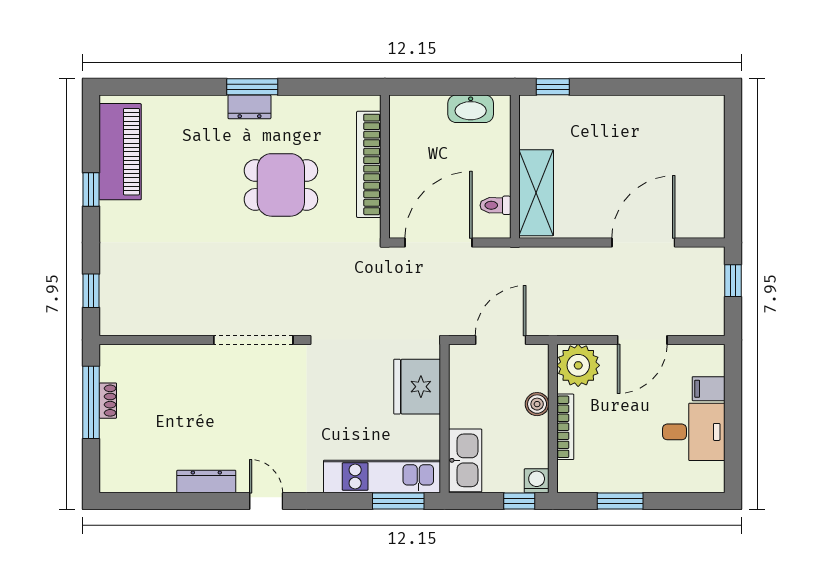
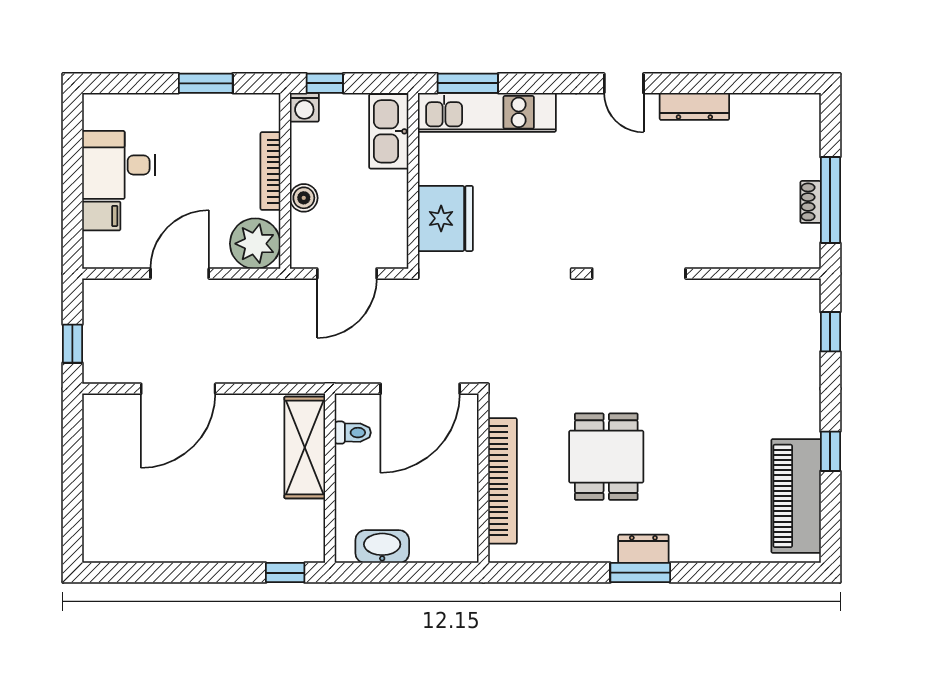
dining table: (281, 185) -> (606, 457), turned 90

